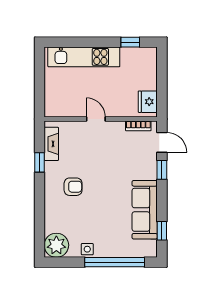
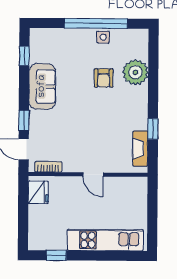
armchair: (73, 187) -> (104, 78), moved, turned -90
sofa: (145, 210) -> (42, 86), width x0.73
plant: (56, 245) -> (135, 72), moved
window: (115, 262) -> (96, 23), moved

